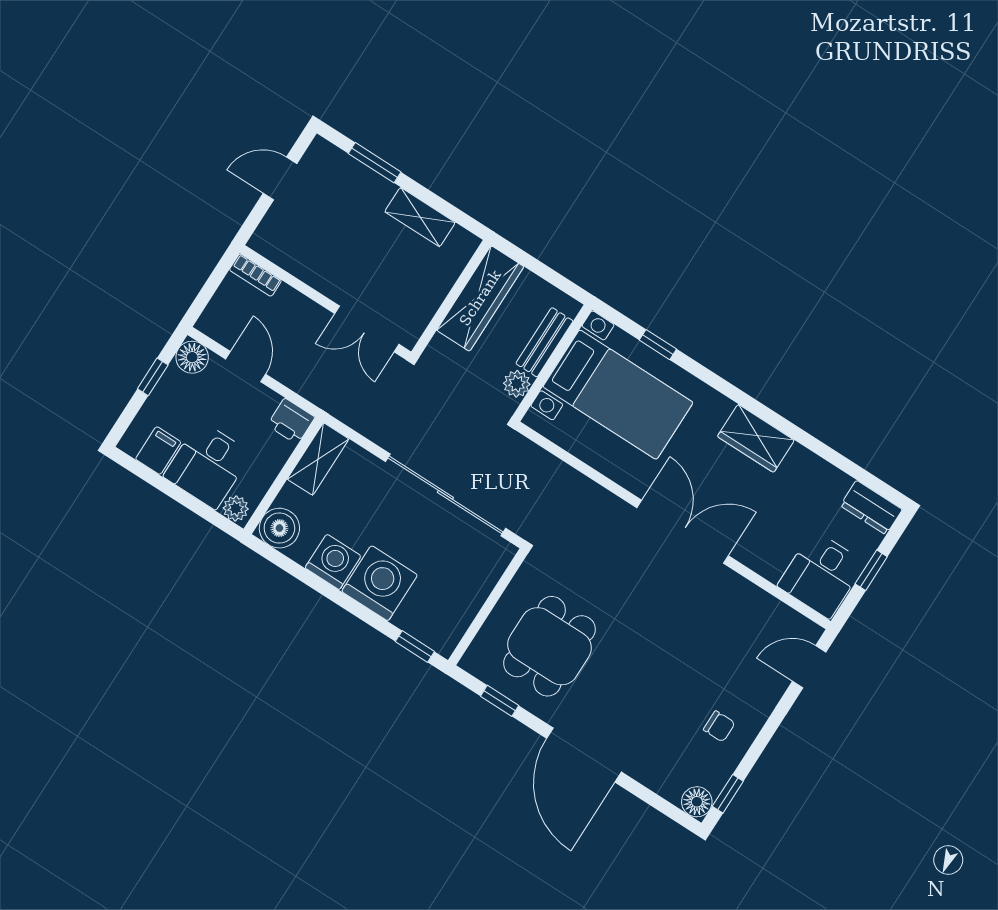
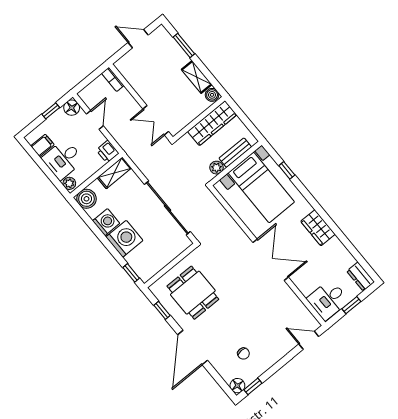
boiler: (462, 243) -> (212, 95), added
dining table: (550, 646) -> (193, 293), turned 90
chair: (719, 726) -> (243, 354), moved

